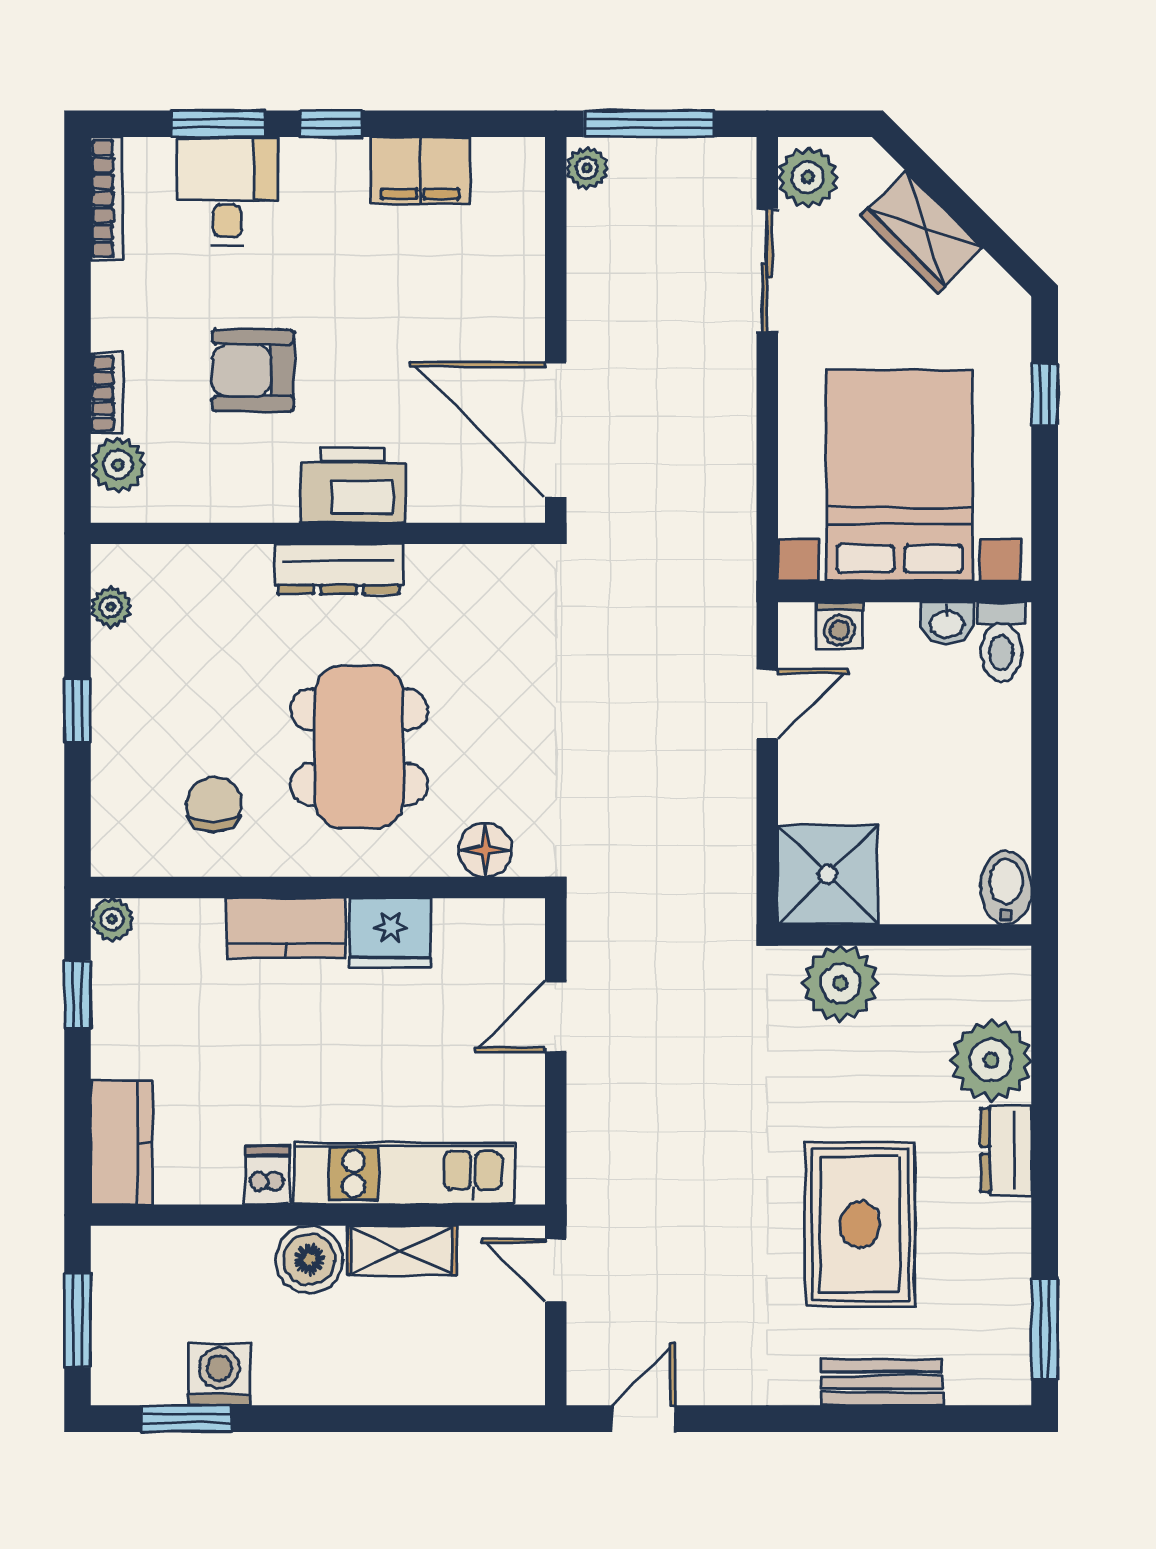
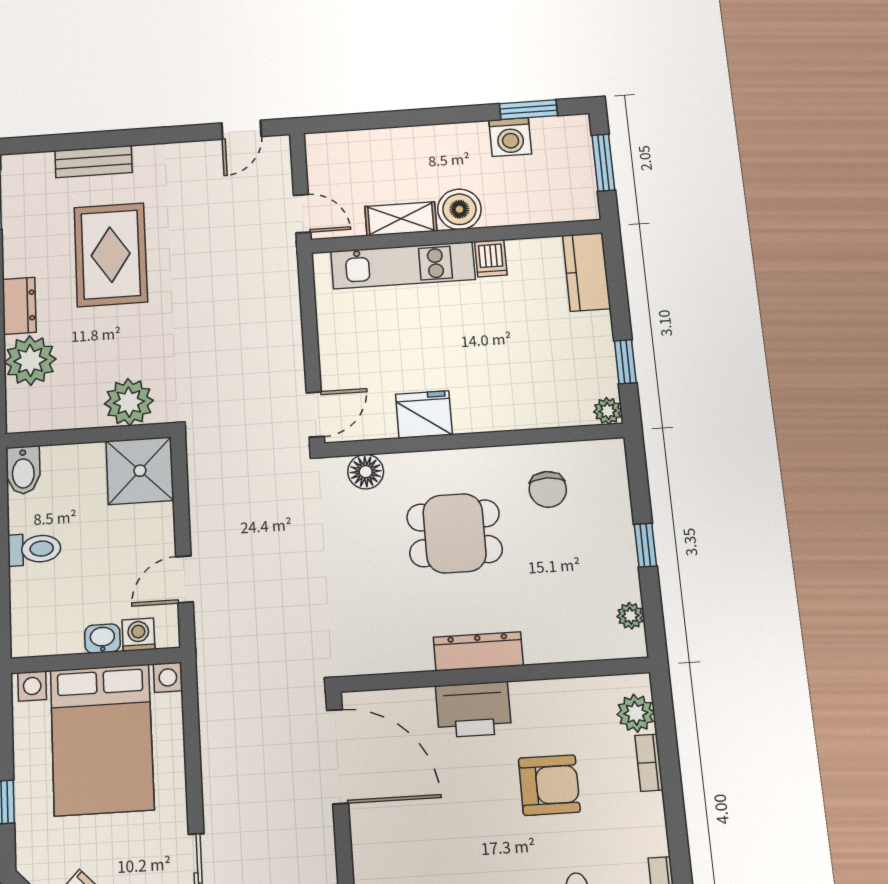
washbasin: (947, 623) -> (102, 639), moved
toilet: (1001, 642) -> (34, 549), moved, turned 90
dining table: (359, 747) -> (455, 533), width x0.73
kitchen counter: (286, 928) -> (493, 413), removed
door: (556, 1016) -> (315, 414), moved

